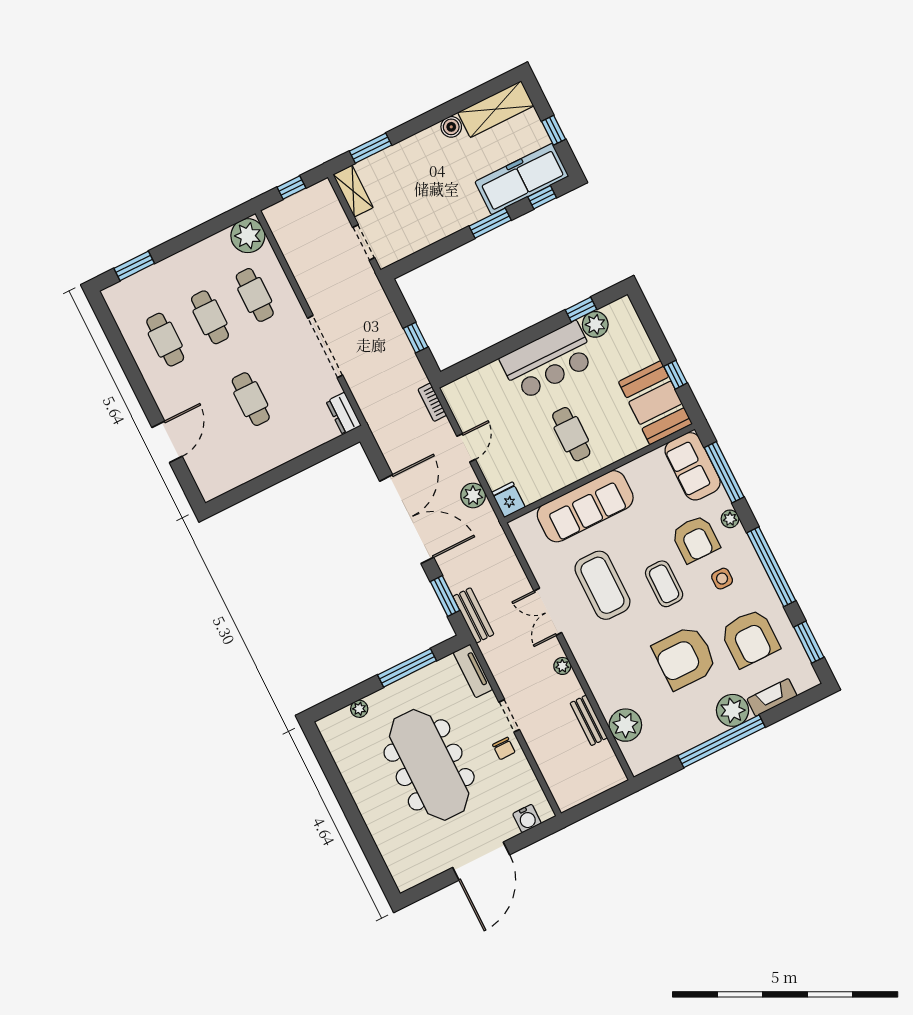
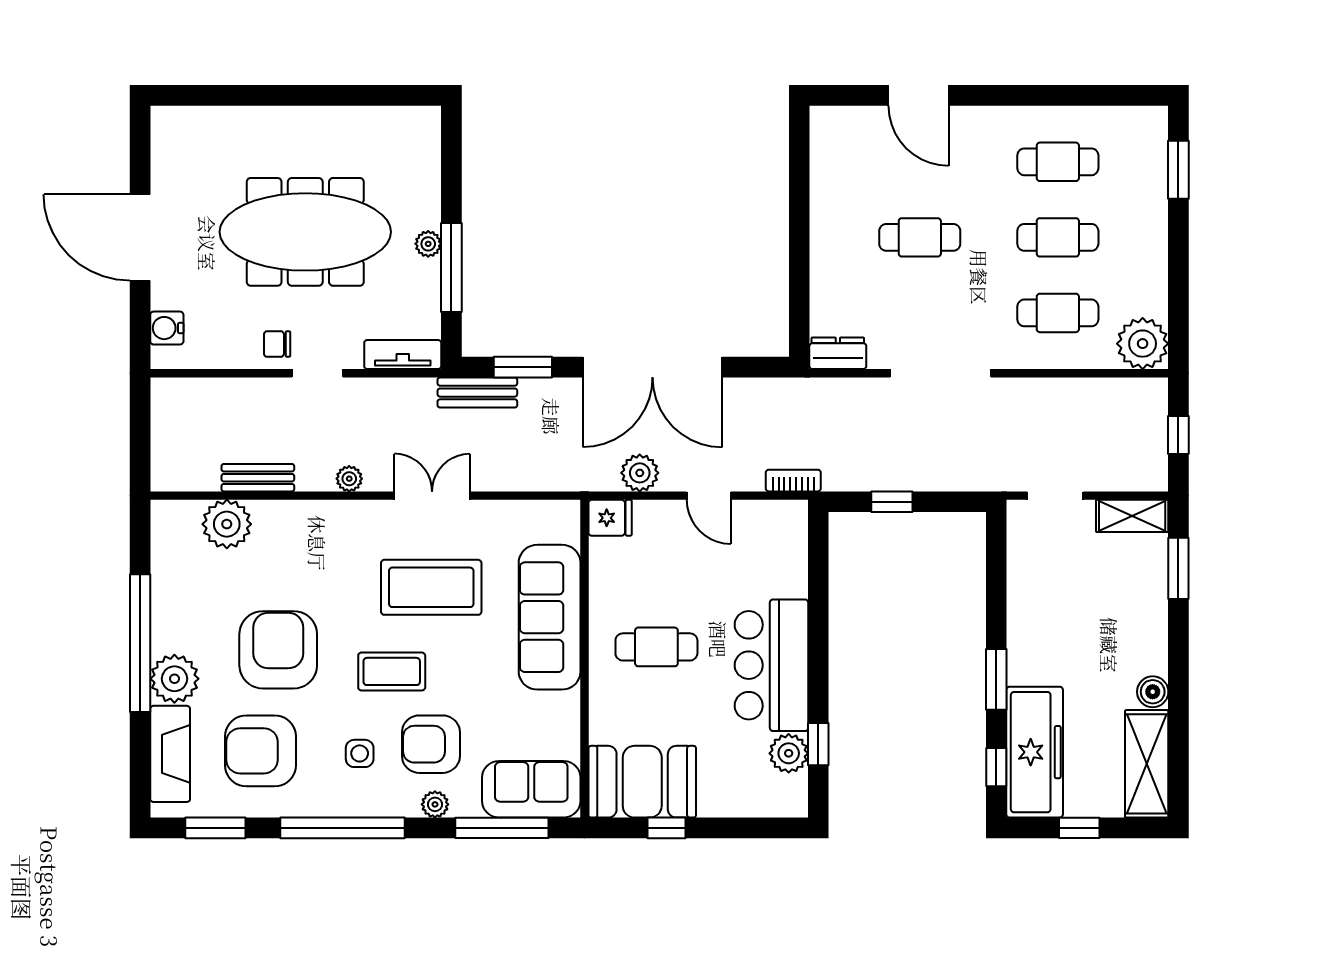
fireplace: (772, 697) -> (170, 754), width x1.37, depth x1.32
plant: (359, 709) -> (428, 244), moved

